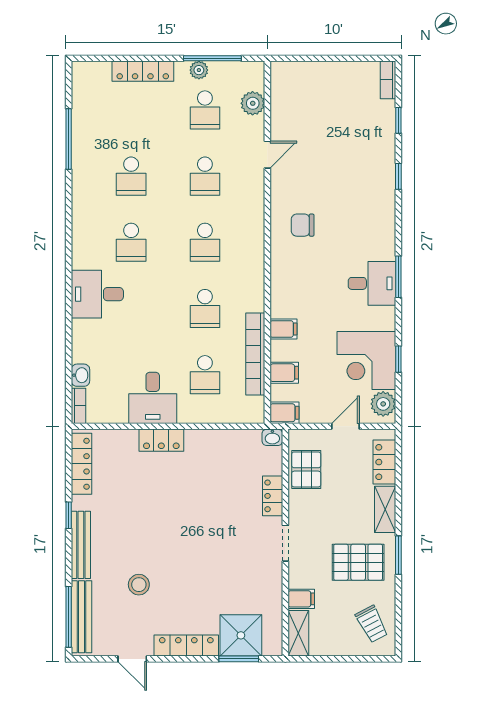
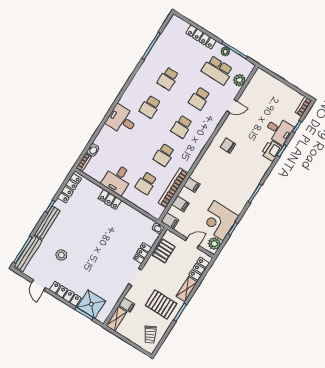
school desk: (205, 110) -> (217, 70), width x1.85
printer: (381, 188) -> (272, 151), added
desk: (372, 283) -> (279, 131), moved

